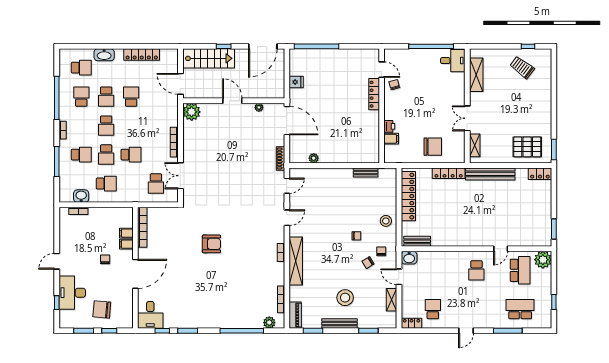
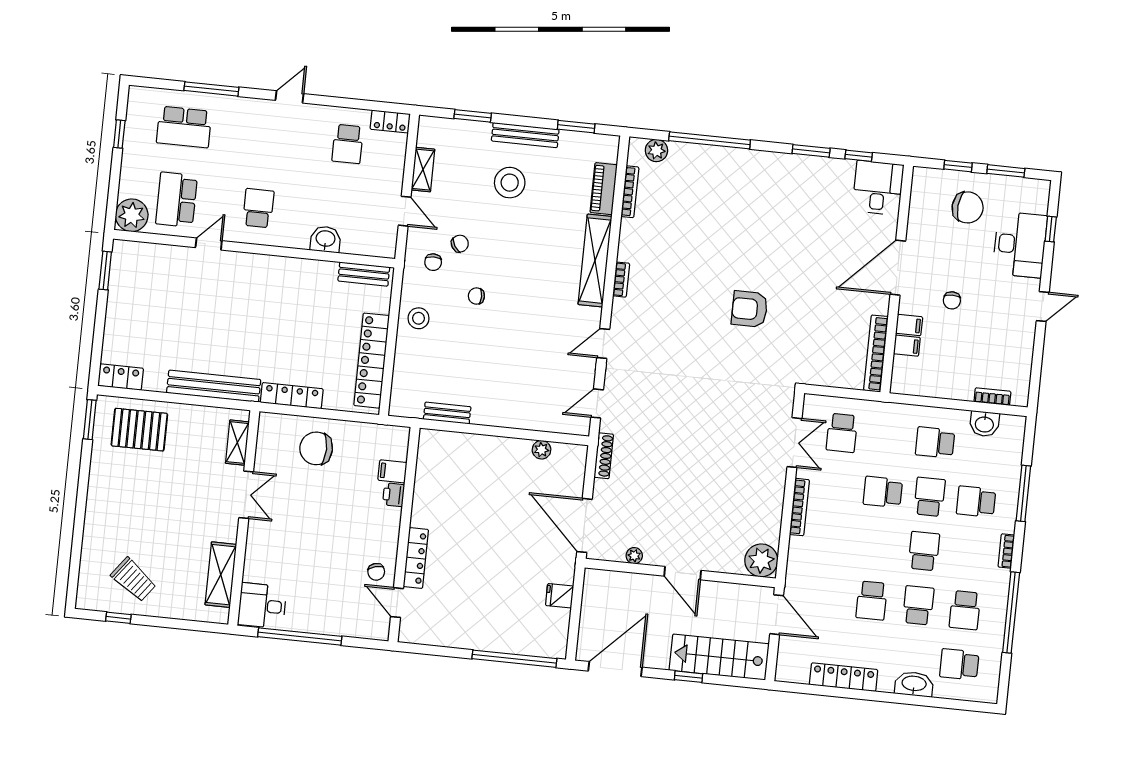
school desk: (156, 184) -> (842, 433), turned 180
washbasin: (409, 258) -> (326, 239), moved
piano: (295, 315) -> (604, 189), moved

